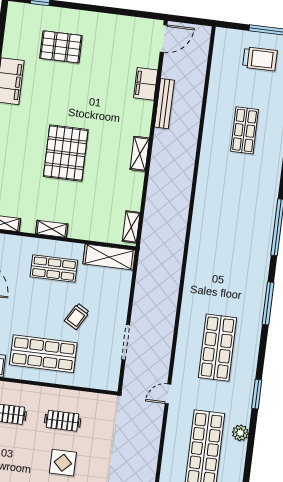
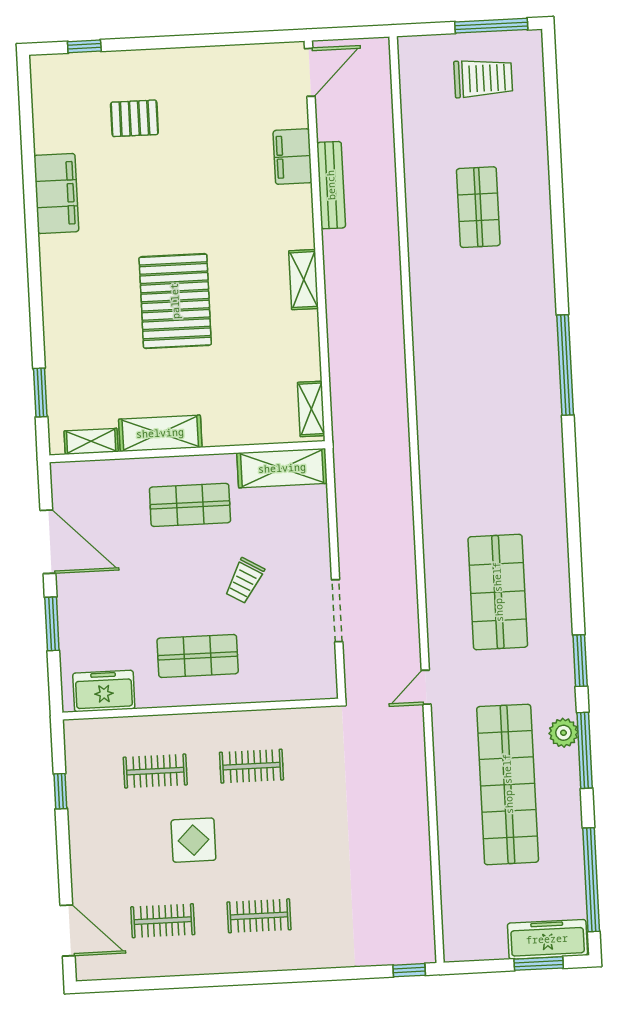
pallet: (61, 47) -> (134, 118), width x0.67, depth x0.71
shelving: (52, 229) -> (160, 433), width x1.50, depth x1.33
window: (268, 303) -> (585, 750), moved
shop shelf: (43, 354) -> (198, 656), width x0.70, depth x0.74
display table: (63, 463) -> (193, 840), moved

